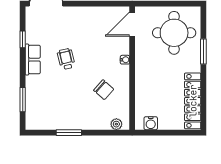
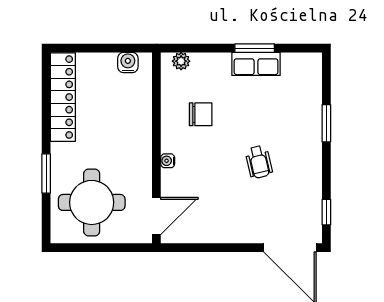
window: (23, 39) -> (326, 212), moved
row of seats: (33, 60) -> (256, 64), moved, turned -90
chair: (104, 90) -> (201, 114), turned 138
window: (23, 100) -> (326, 123), moved

